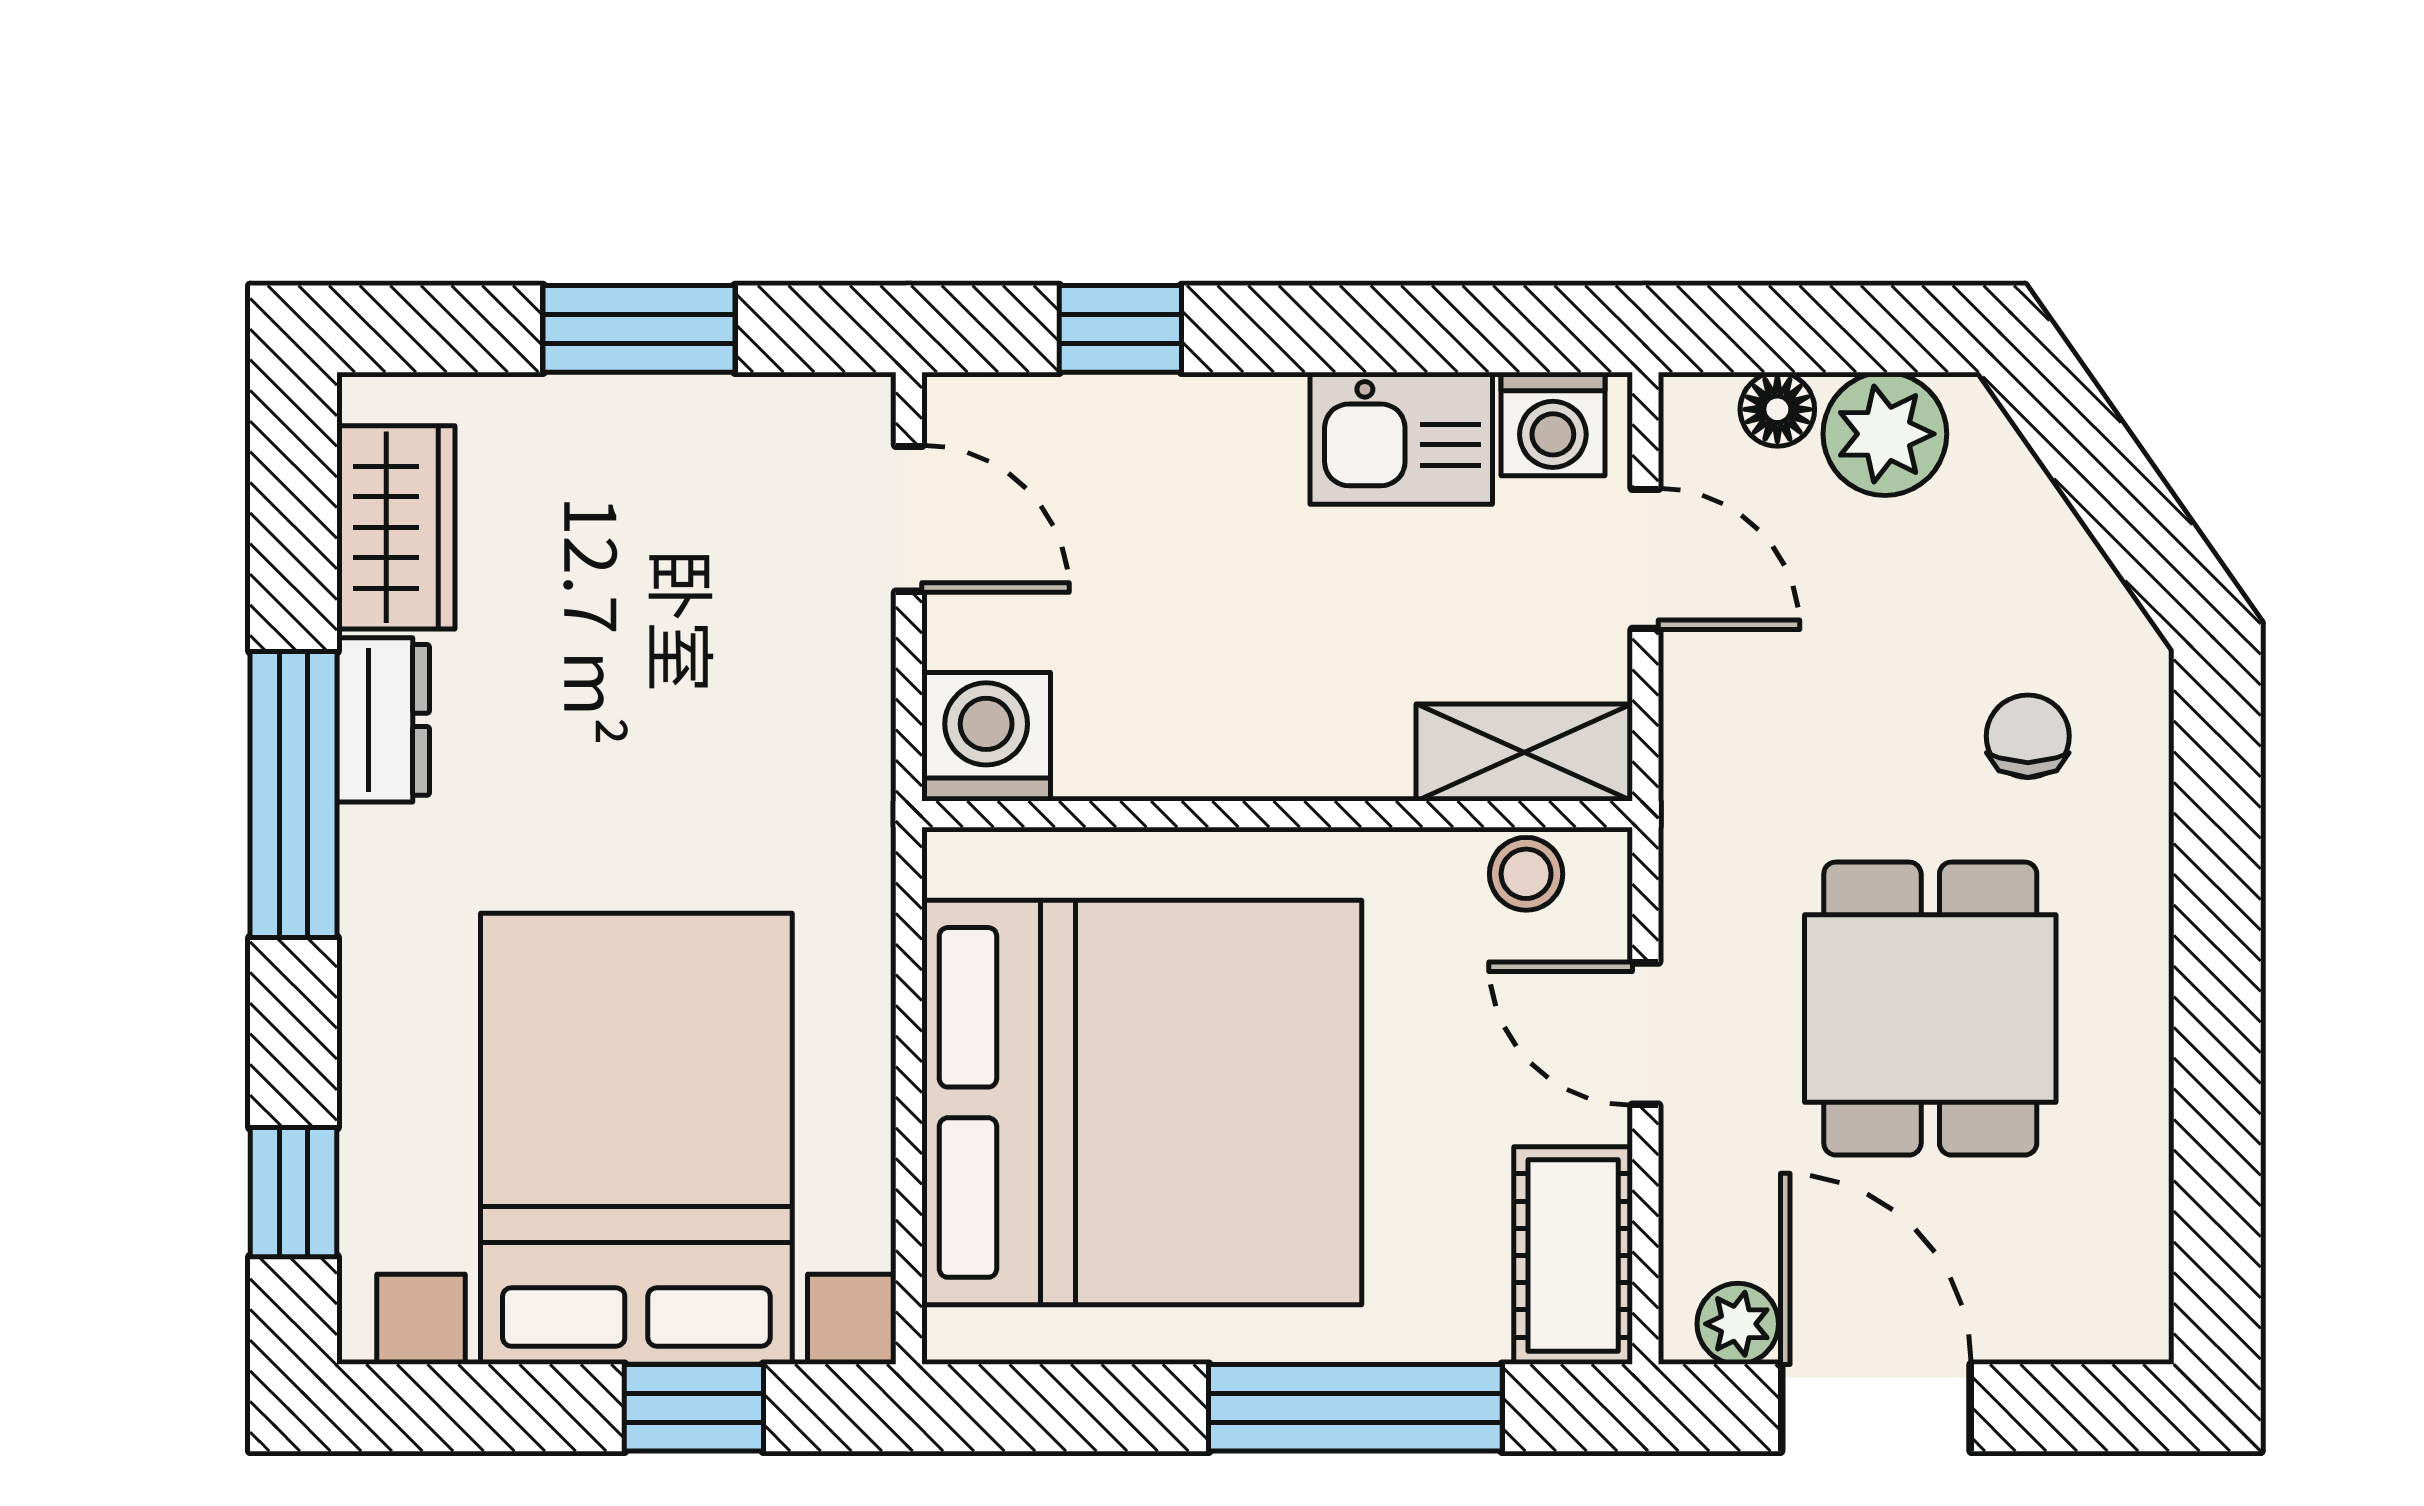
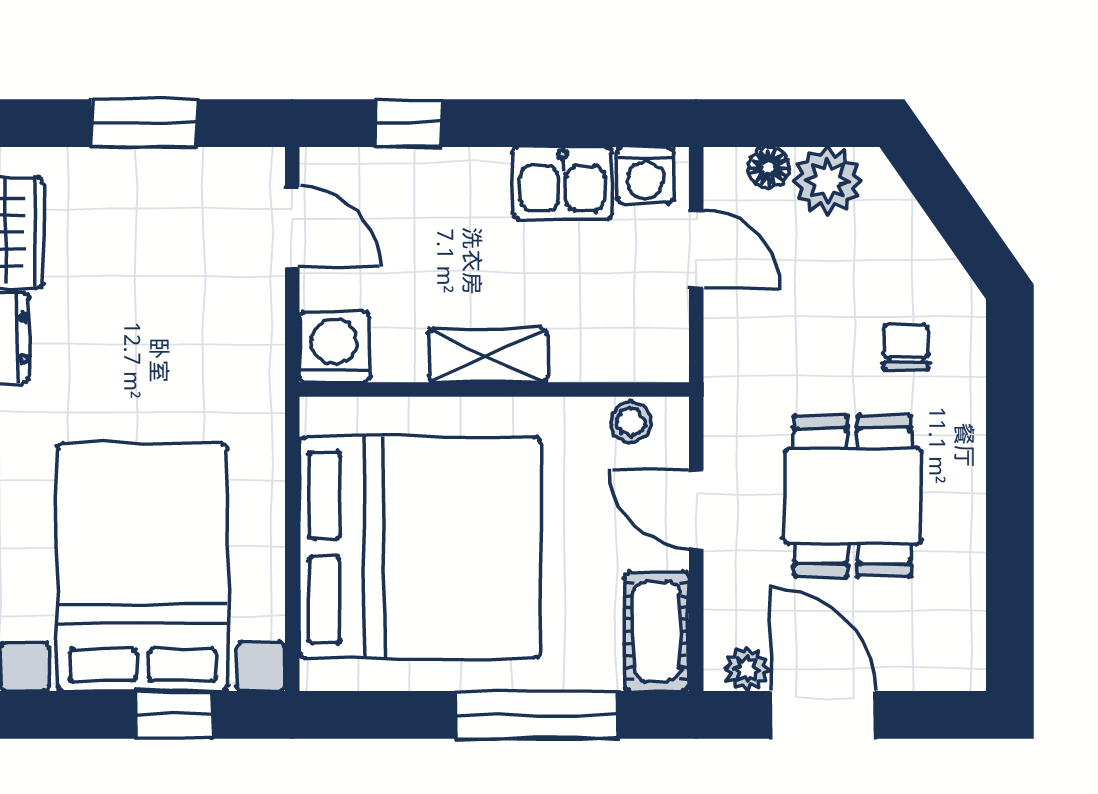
shelving: (1524, 752) -> (488, 356), moved

